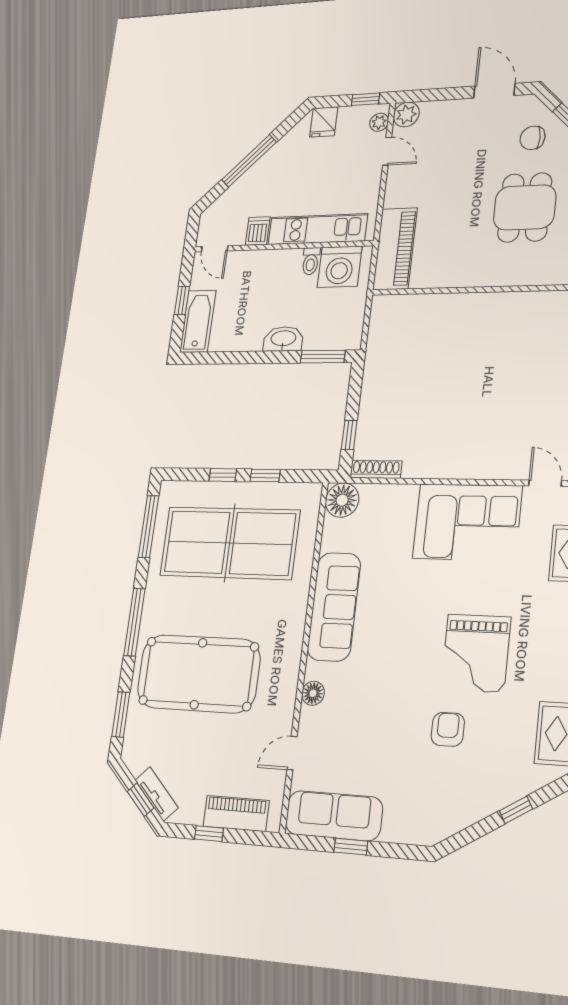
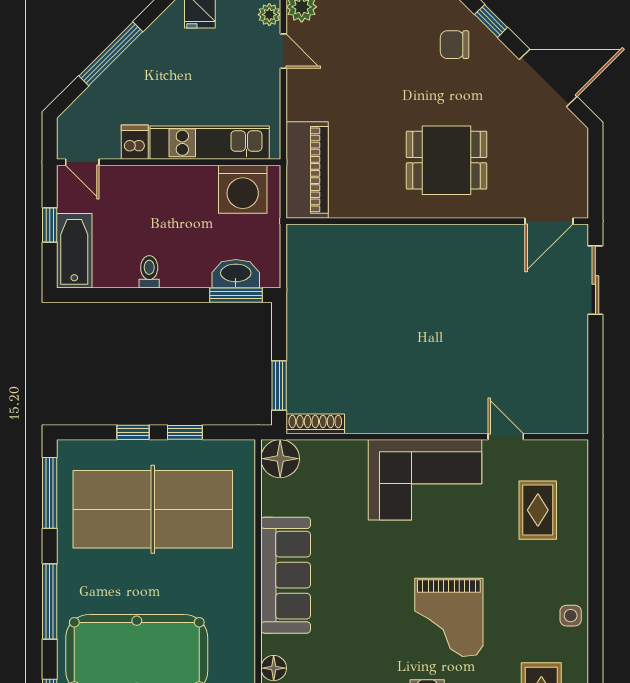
dining table: (525, 207) -> (447, 160), moved, turned 90
toilet: (311, 261) -> (149, 272), moved, turned 180
washbasin: (283, 339) -> (236, 274), moved
window: (349, 435) -> (279, 385), width x1.50

